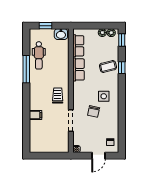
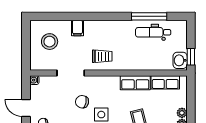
window: (45, 26) -> (191, 57), moved
window: (26, 69) -> (149, 16), moved
stool: (46, 137) -> (50, 42), added

